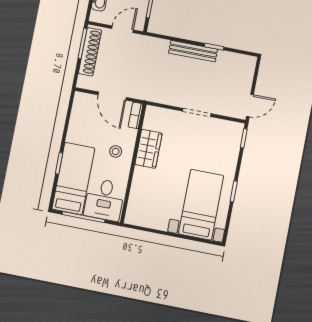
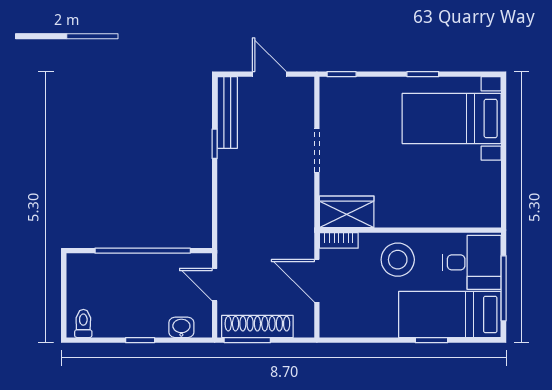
bench: (193, 51) -> (227, 113), moved
door: (112, 96) -> (317, 281), swing flipped
door: (250, 106) -> (269, 74), moved
wardrobe: (148, 149) -> (347, 212), moved
stool: (116, 151) -> (398, 260), width x1.89, depth x1.89

